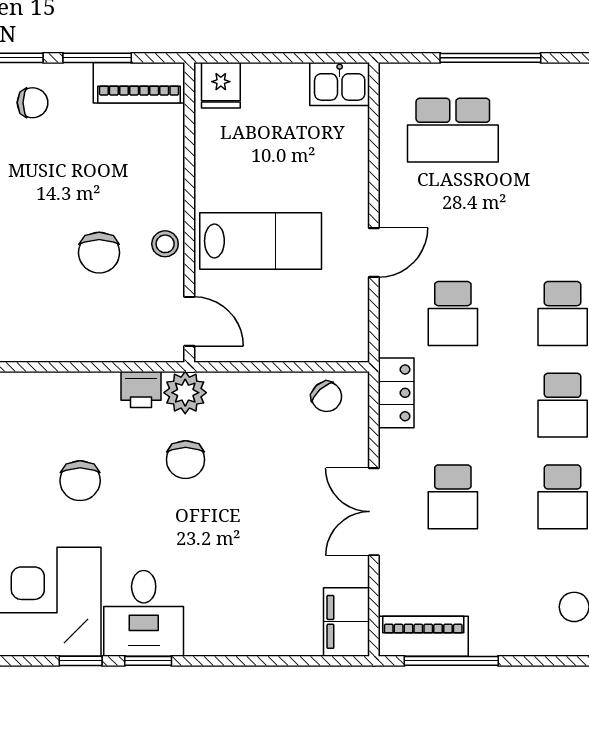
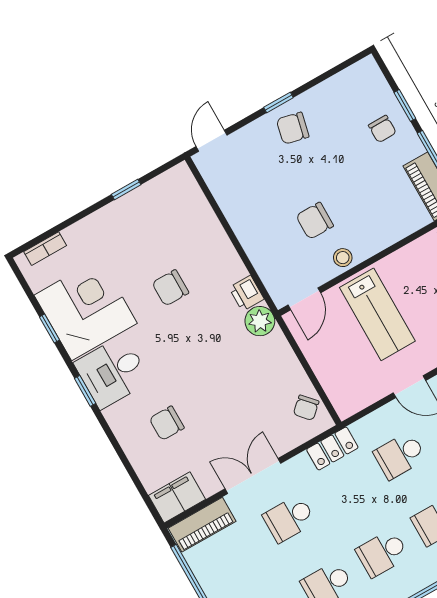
chair: (186, 460) -> (167, 423), moved
piano: (423, 636) -> (202, 525), moved, turned 90
window: (81, 661) -> (49, 328), moved

